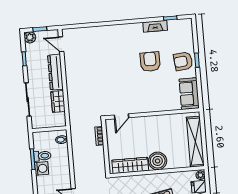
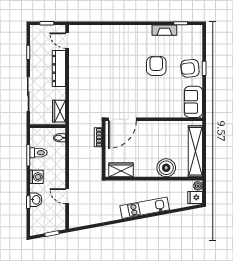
plant: (30, 37) -> (36, 31), removed
wardrobe: (58, 101) -> (59, 111), moved
door: (121, 116) -> (122, 119), width x1.87
boiler: (158, 161) -> (166, 168), moved
wardrobe: (130, 165) -> (121, 170), width x0.67
washing machine: (42, 168) -> (37, 177), moved

